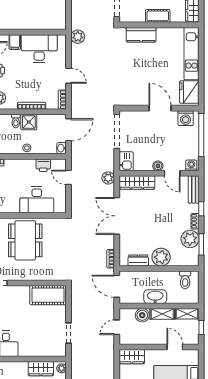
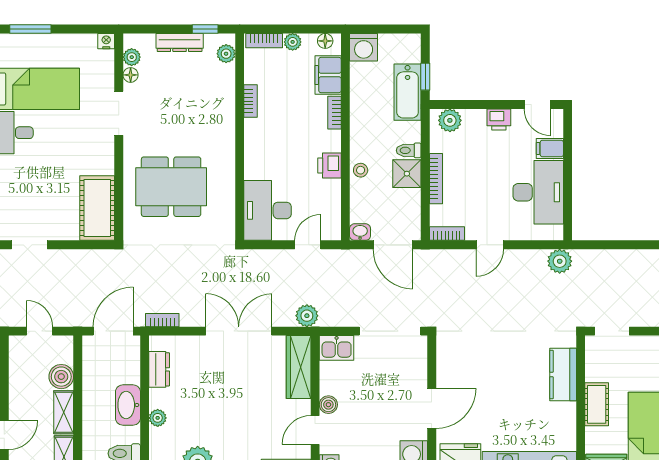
printer: (43, 165) -> (330, 165), moved
desk: (37, 200) -> (268, 210), moved
dining table: (25, 240) -> (171, 187), moved
plant: (161, 257) -> (158, 418), width x0.53, depth x0.53
washbasin: (155, 297) -> (128, 405), moved, turned 180

